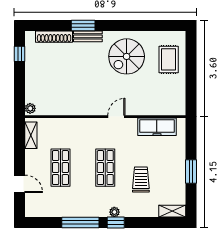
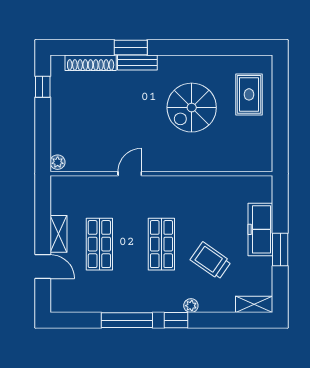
spiral stairs: (127, 56) -> (192, 108), moved
door: (116, 117) -> (130, 174), moved
freezer: (157, 127) -> (260, 229), moved, turned 90
shelving: (31, 135) -> (59, 234), moved
trolley: (141, 179) -> (211, 261), turned -55
plant: (114, 212) -> (191, 306), moved

